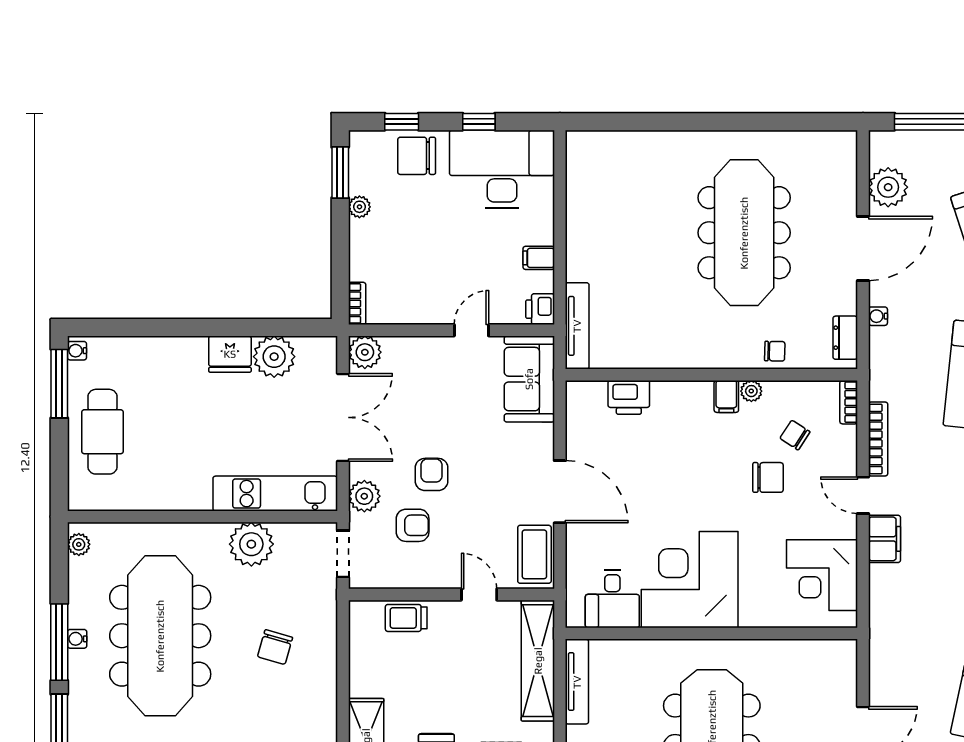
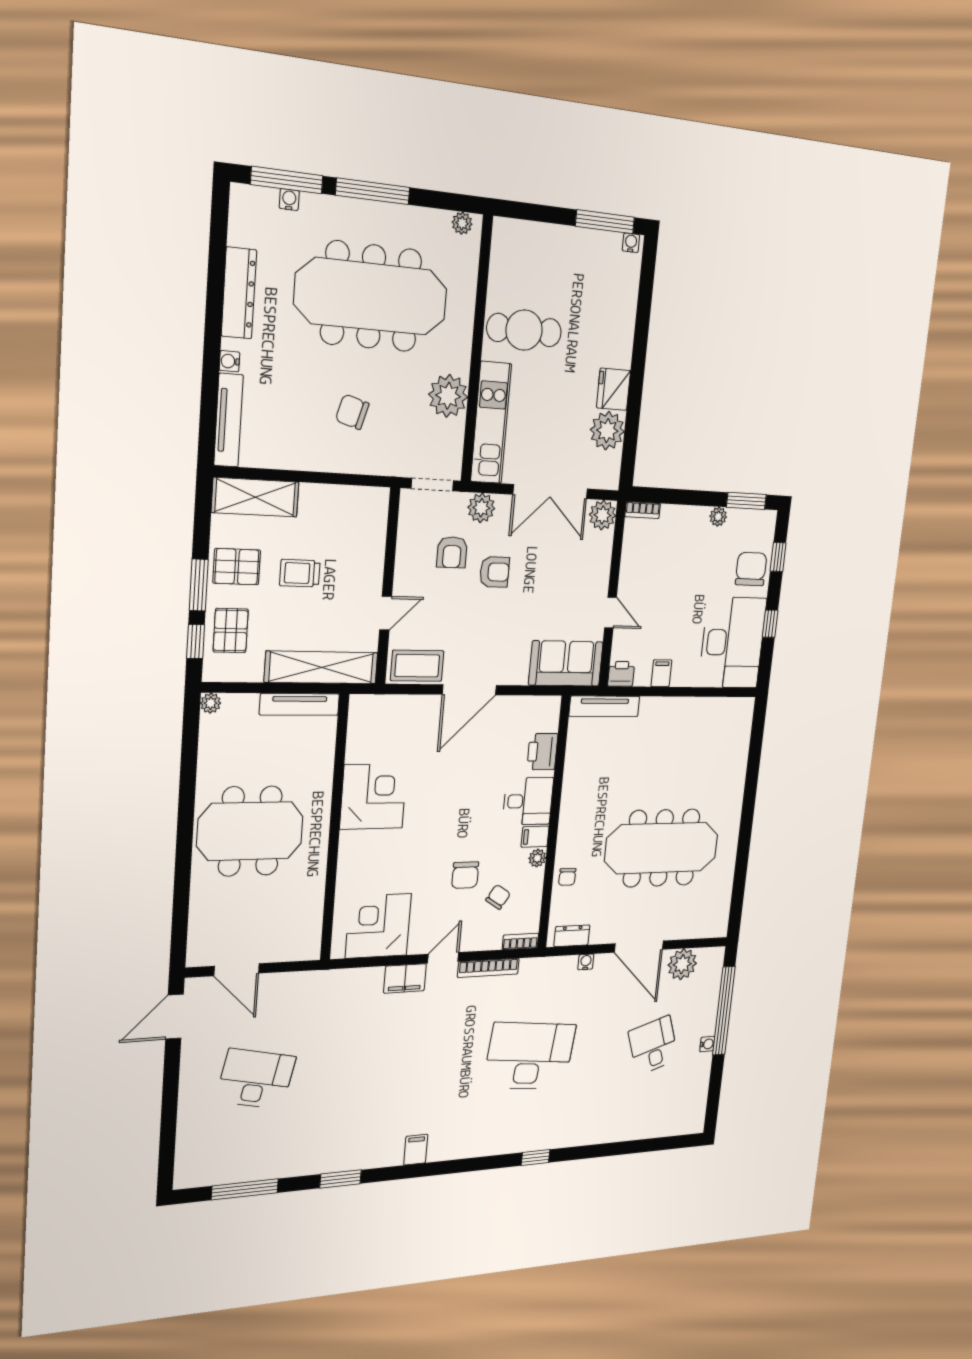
cafe table: (102, 432) -> (524, 330), moved
corner desk: (690, 580) -> (373, 797), width x0.74, depth x0.74
desk: (612, 599) -> (528, 801), moved, turned 180
trolley: (406, 618) -> (300, 573), moved, turned -90
water cooler: (77, 639) -> (289, 200), moved

